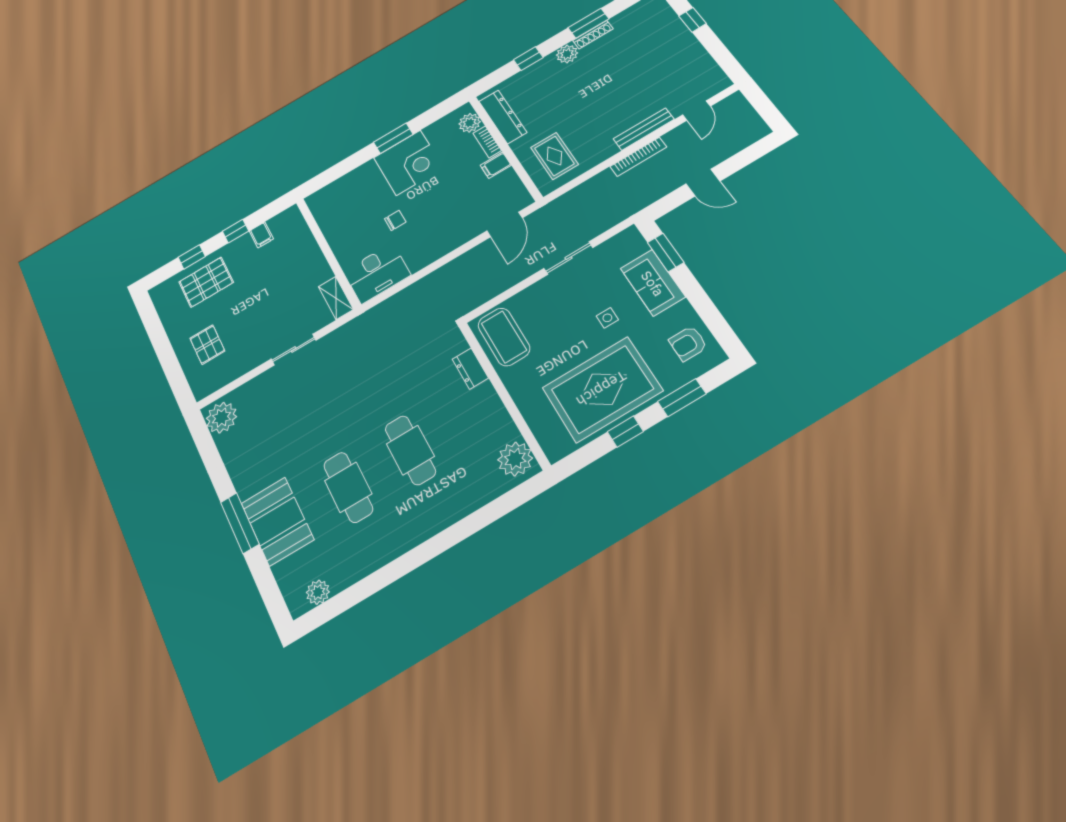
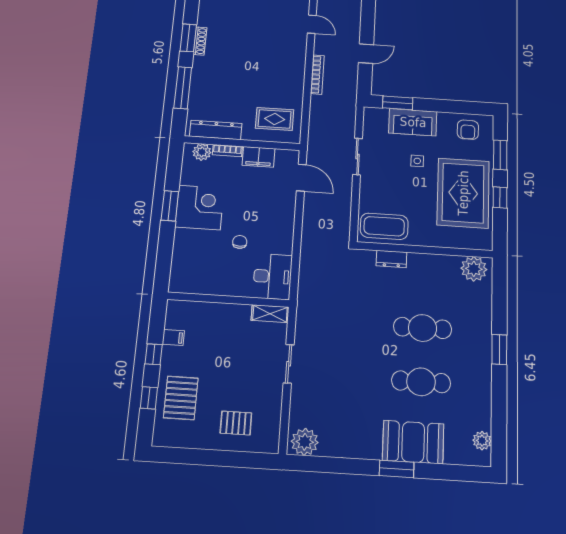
plant: (567, 54) -> (201, 64), removed
window: (528, 59) -> (183, 88), width x2.17
bench: (644, 129) -> (300, 59), removed
filing cabinet: (496, 165) -> (258, 157), width x2.00
window: (240, 523) -> (397, 469), width x0.69
window: (435, 546) -> (499, 350), added

